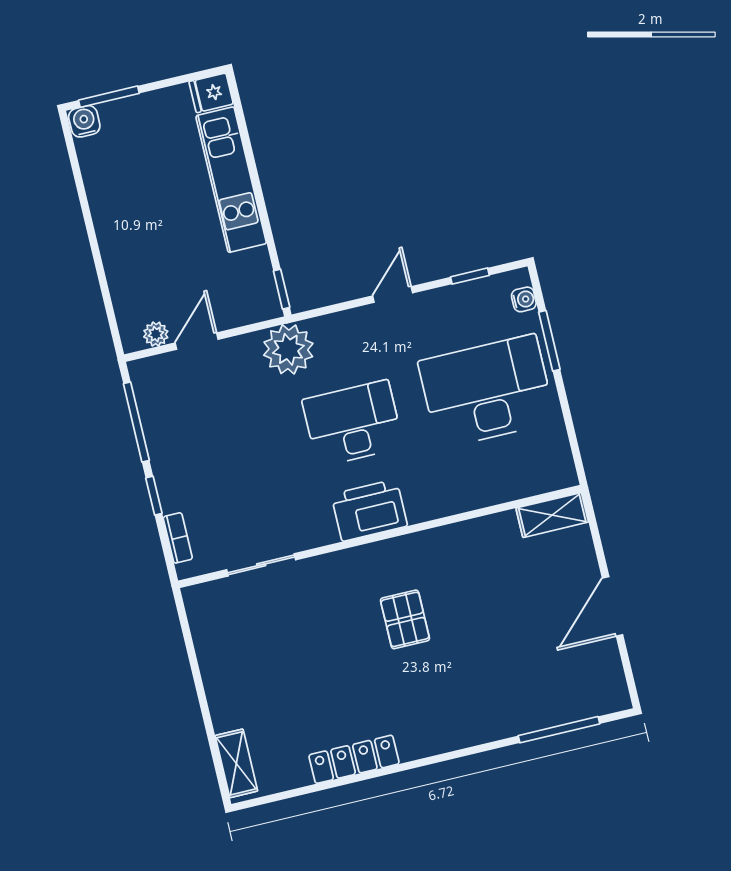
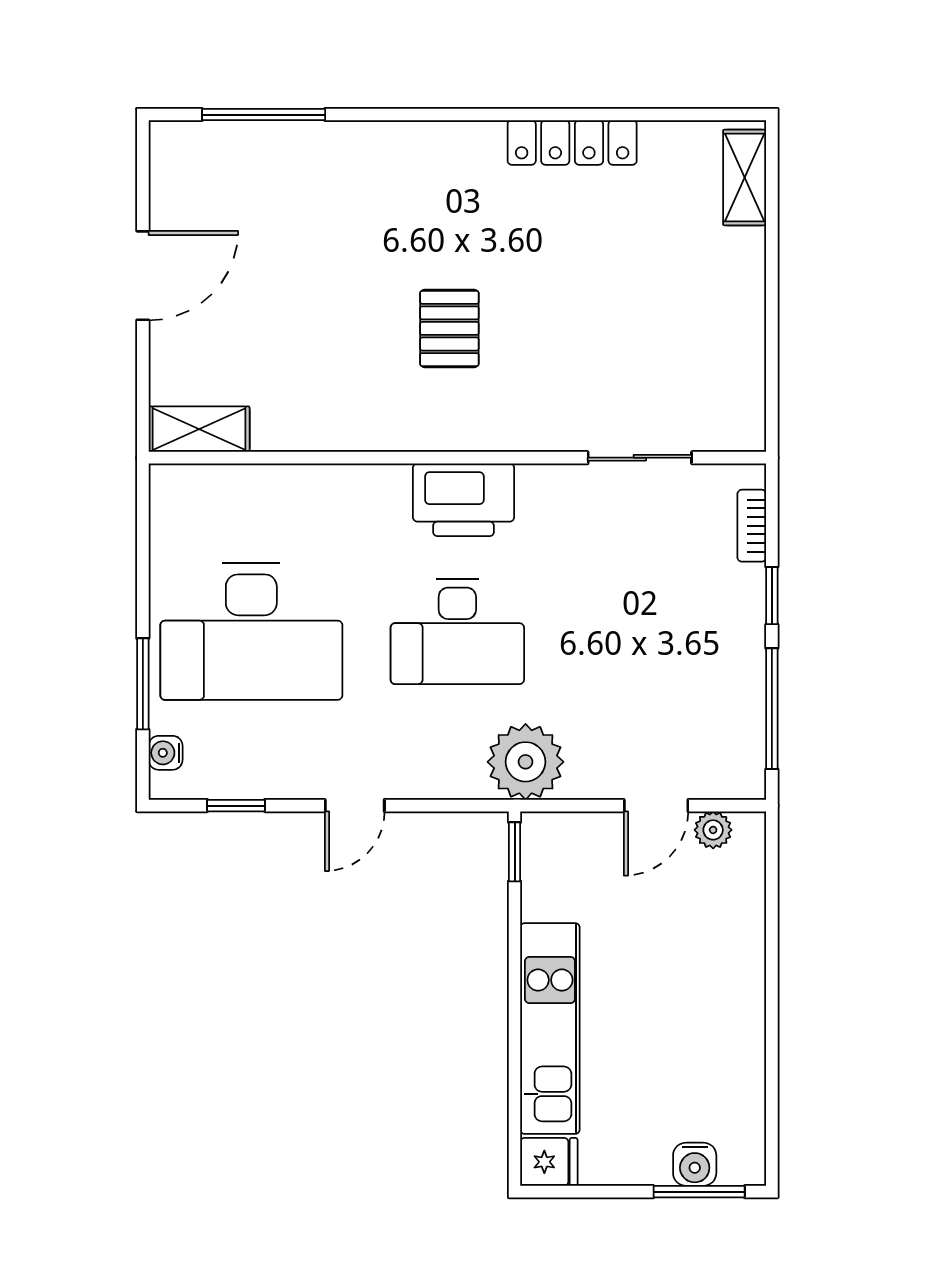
water cooler: (84, 121) -> (695, 1164), moved

